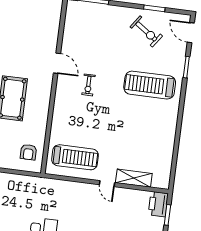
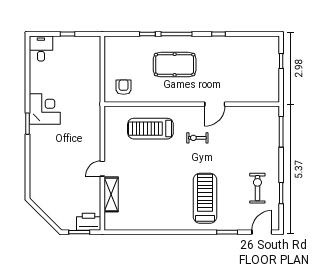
exercise bike: (146, 31) -> (257, 188), turned 145
armchair: (28, 152) -> (124, 87), turned 90
treadmill: (75, 157) -> (150, 129), moved, turned 90

